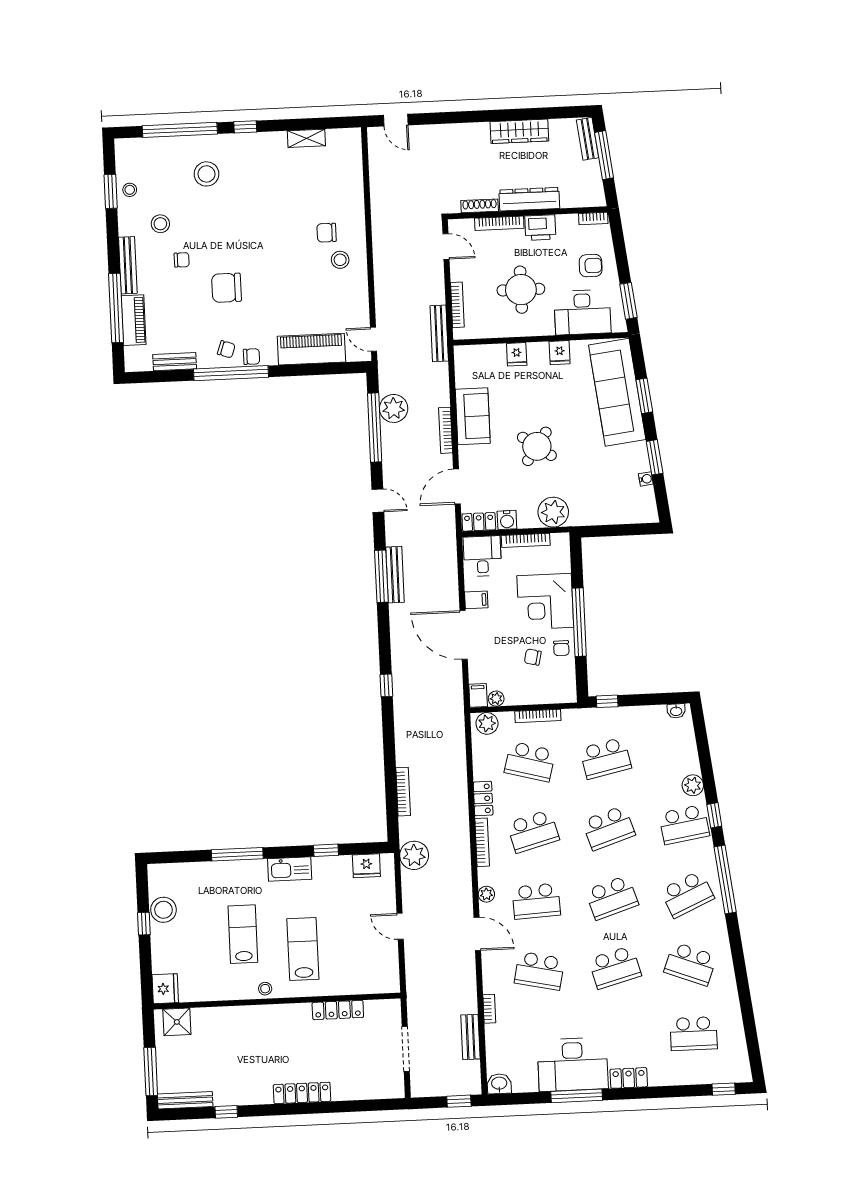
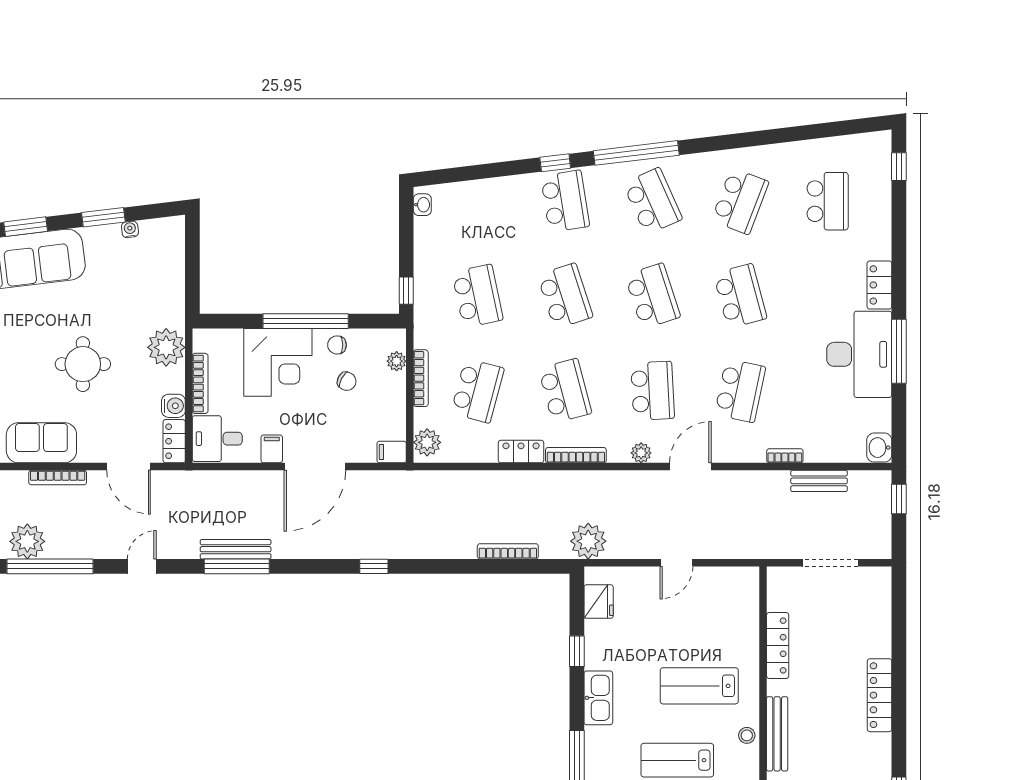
round table: (537, 446) -> (83, 364), turned -35
chair: (561, 648) -> (337, 345), turned 180
chair: (533, 657) -> (347, 381), turned -75
plant: (496, 699) -> (397, 361), moved
plant: (693, 785) -> (516, 188), removed
bench: (267, 1013) -> (777, 734), added

